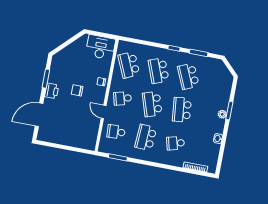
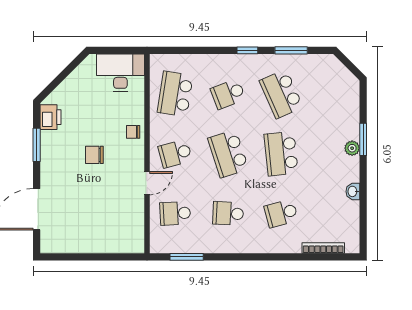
school desk: (129, 65) -> (175, 94), turned 33
school desk: (159, 71) -> (228, 94), width x0.54
printer: (52, 91) -> (51, 117), moved
door: (104, 112) -> (147, 183), swing flipped
school desk: (146, 138) -> (228, 213), width x0.54

